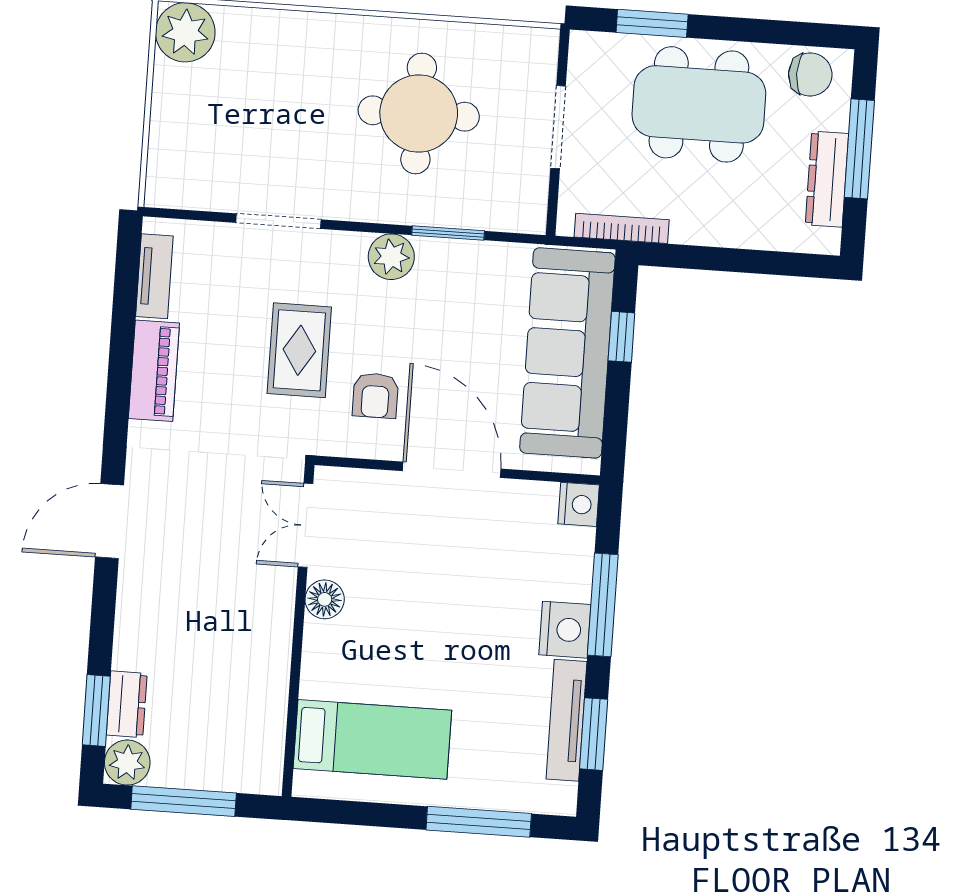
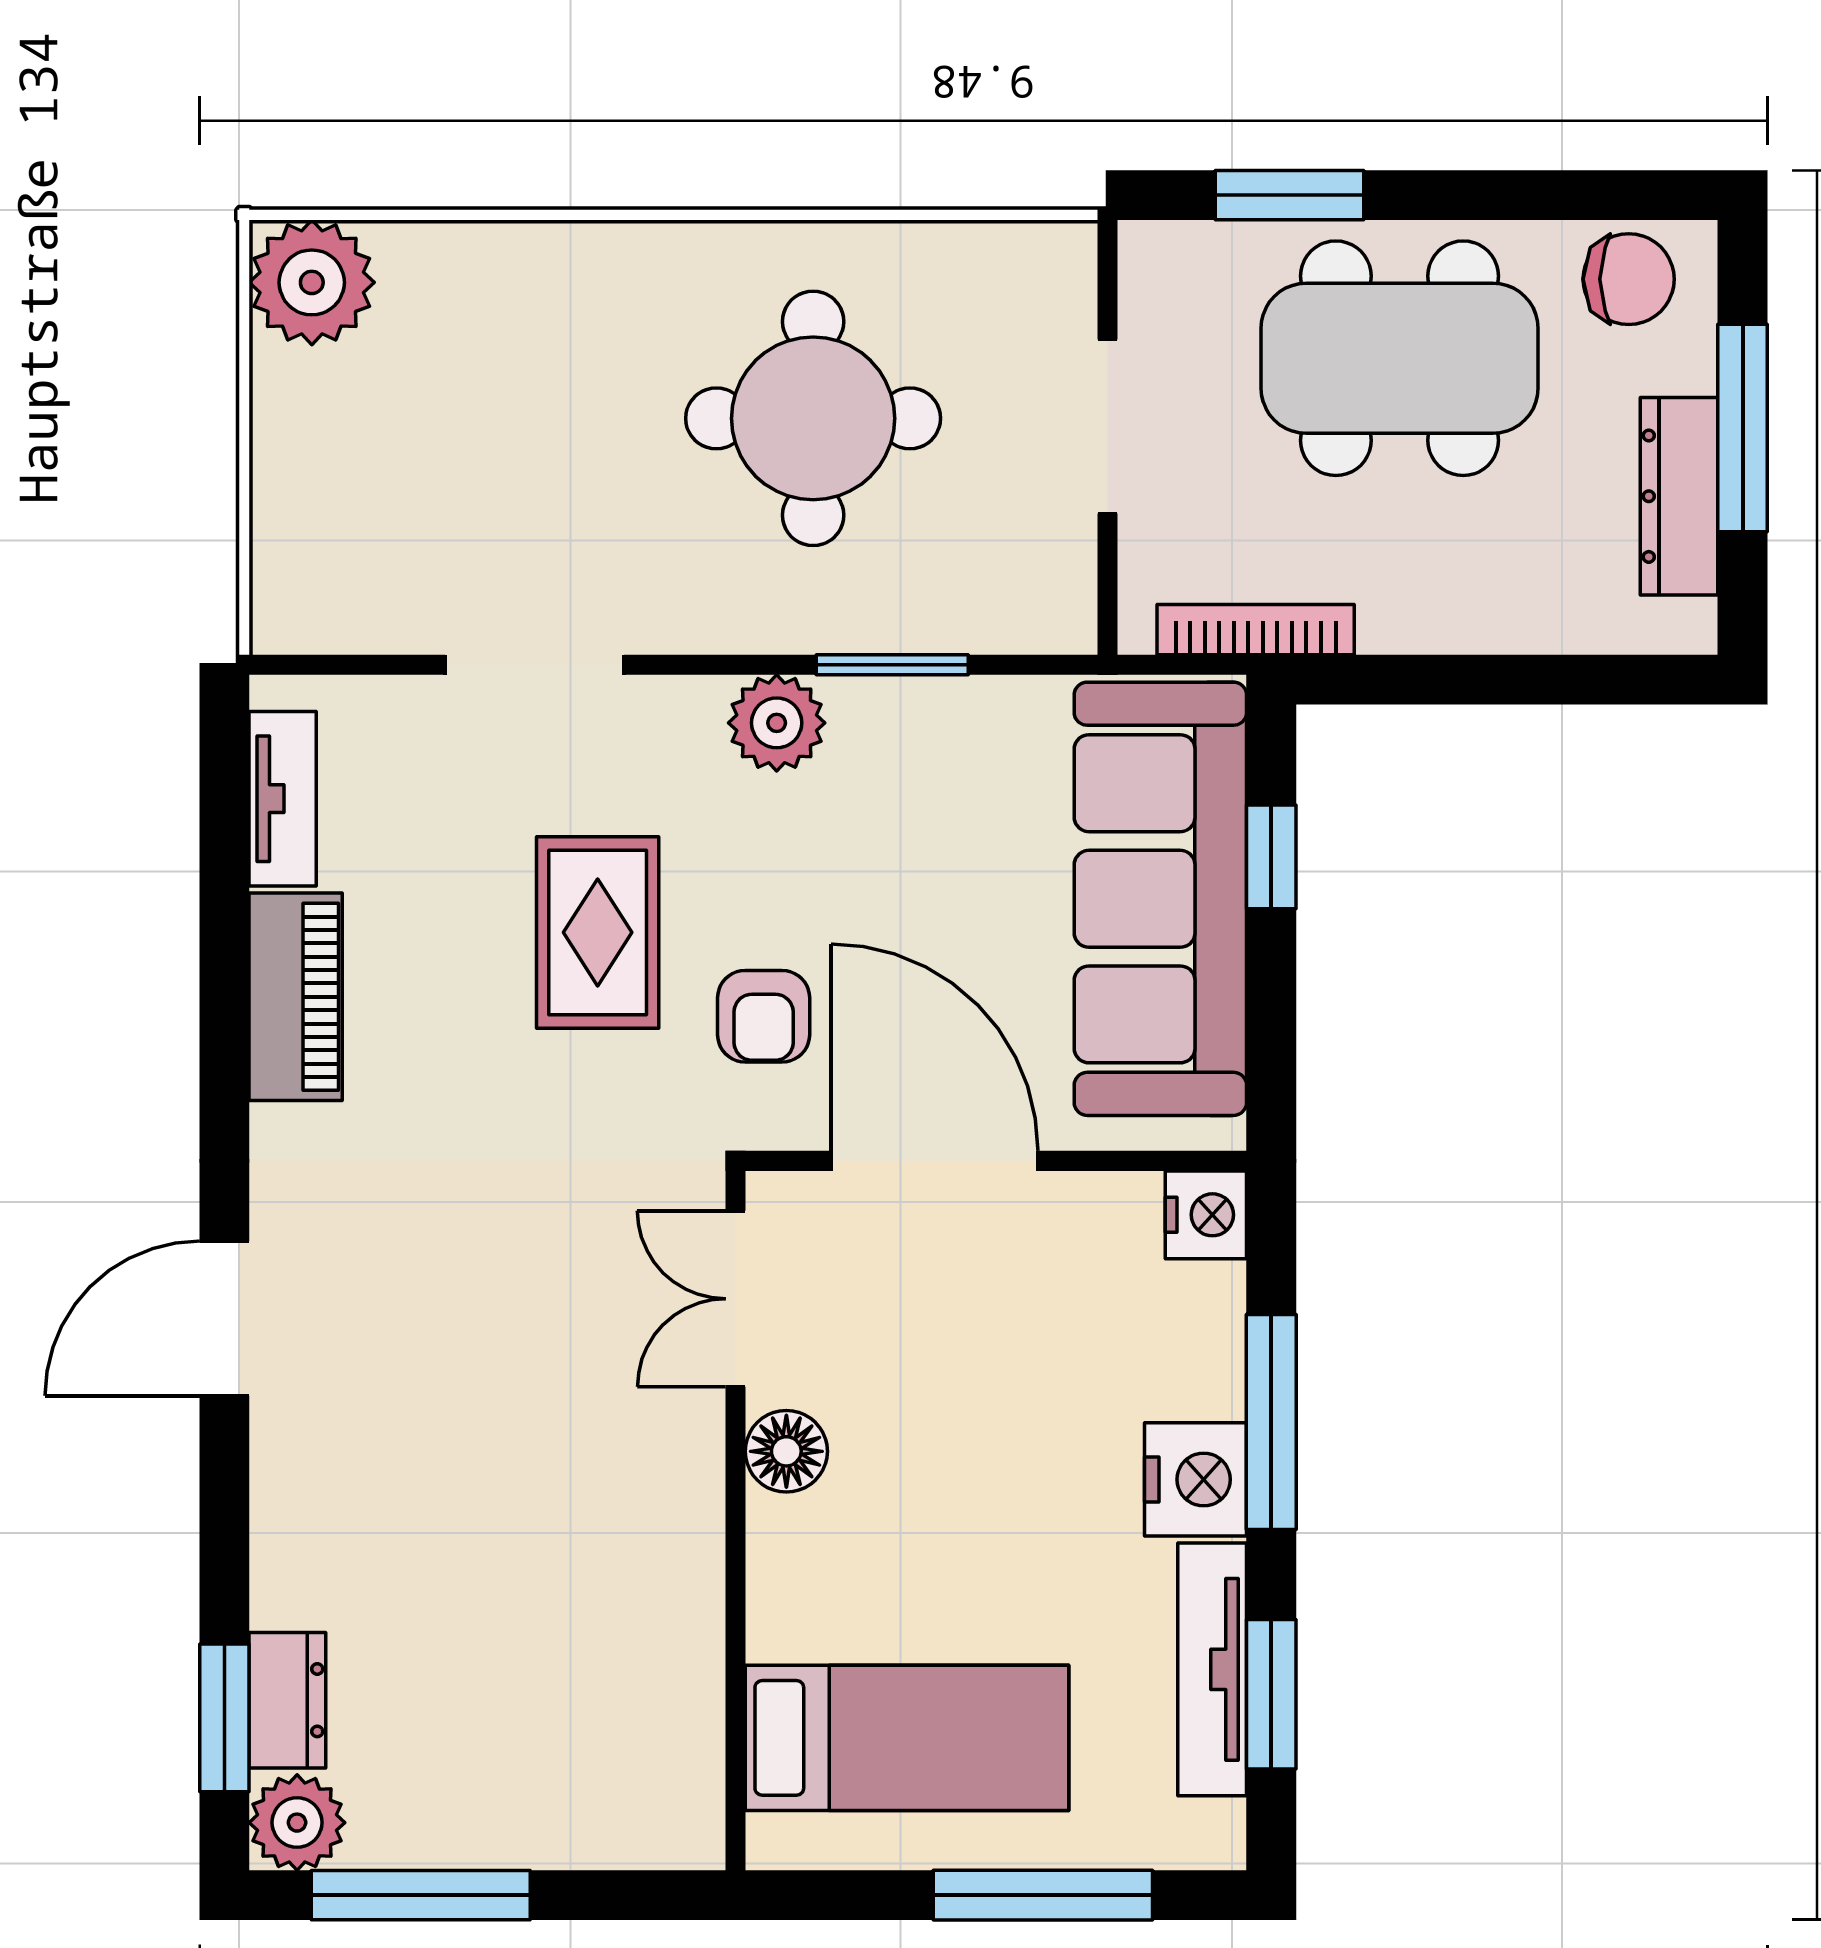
double door: (306, 525) -> (735, 1299), moved
floor lamp: (325, 599) -> (786, 1451), moved
wall: (298, 631) -> (735, 1521), moved
bed: (372, 739) -> (907, 1738), moved

